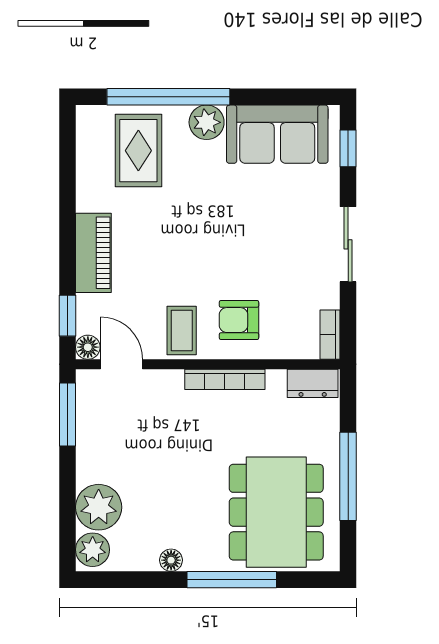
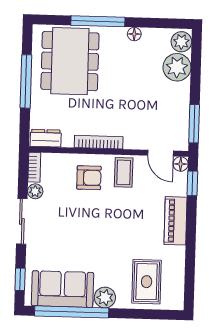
window: (168, 97) -> (72, 312), moved
plant: (327, 295) -> (35, 191), added

